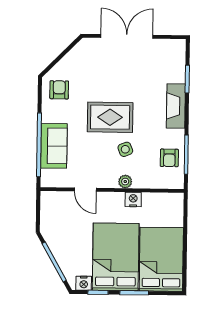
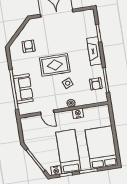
armchair: (59, 90) -> (28, 46), moved
bed: (116, 257) -> (68, 152), width x0.67

